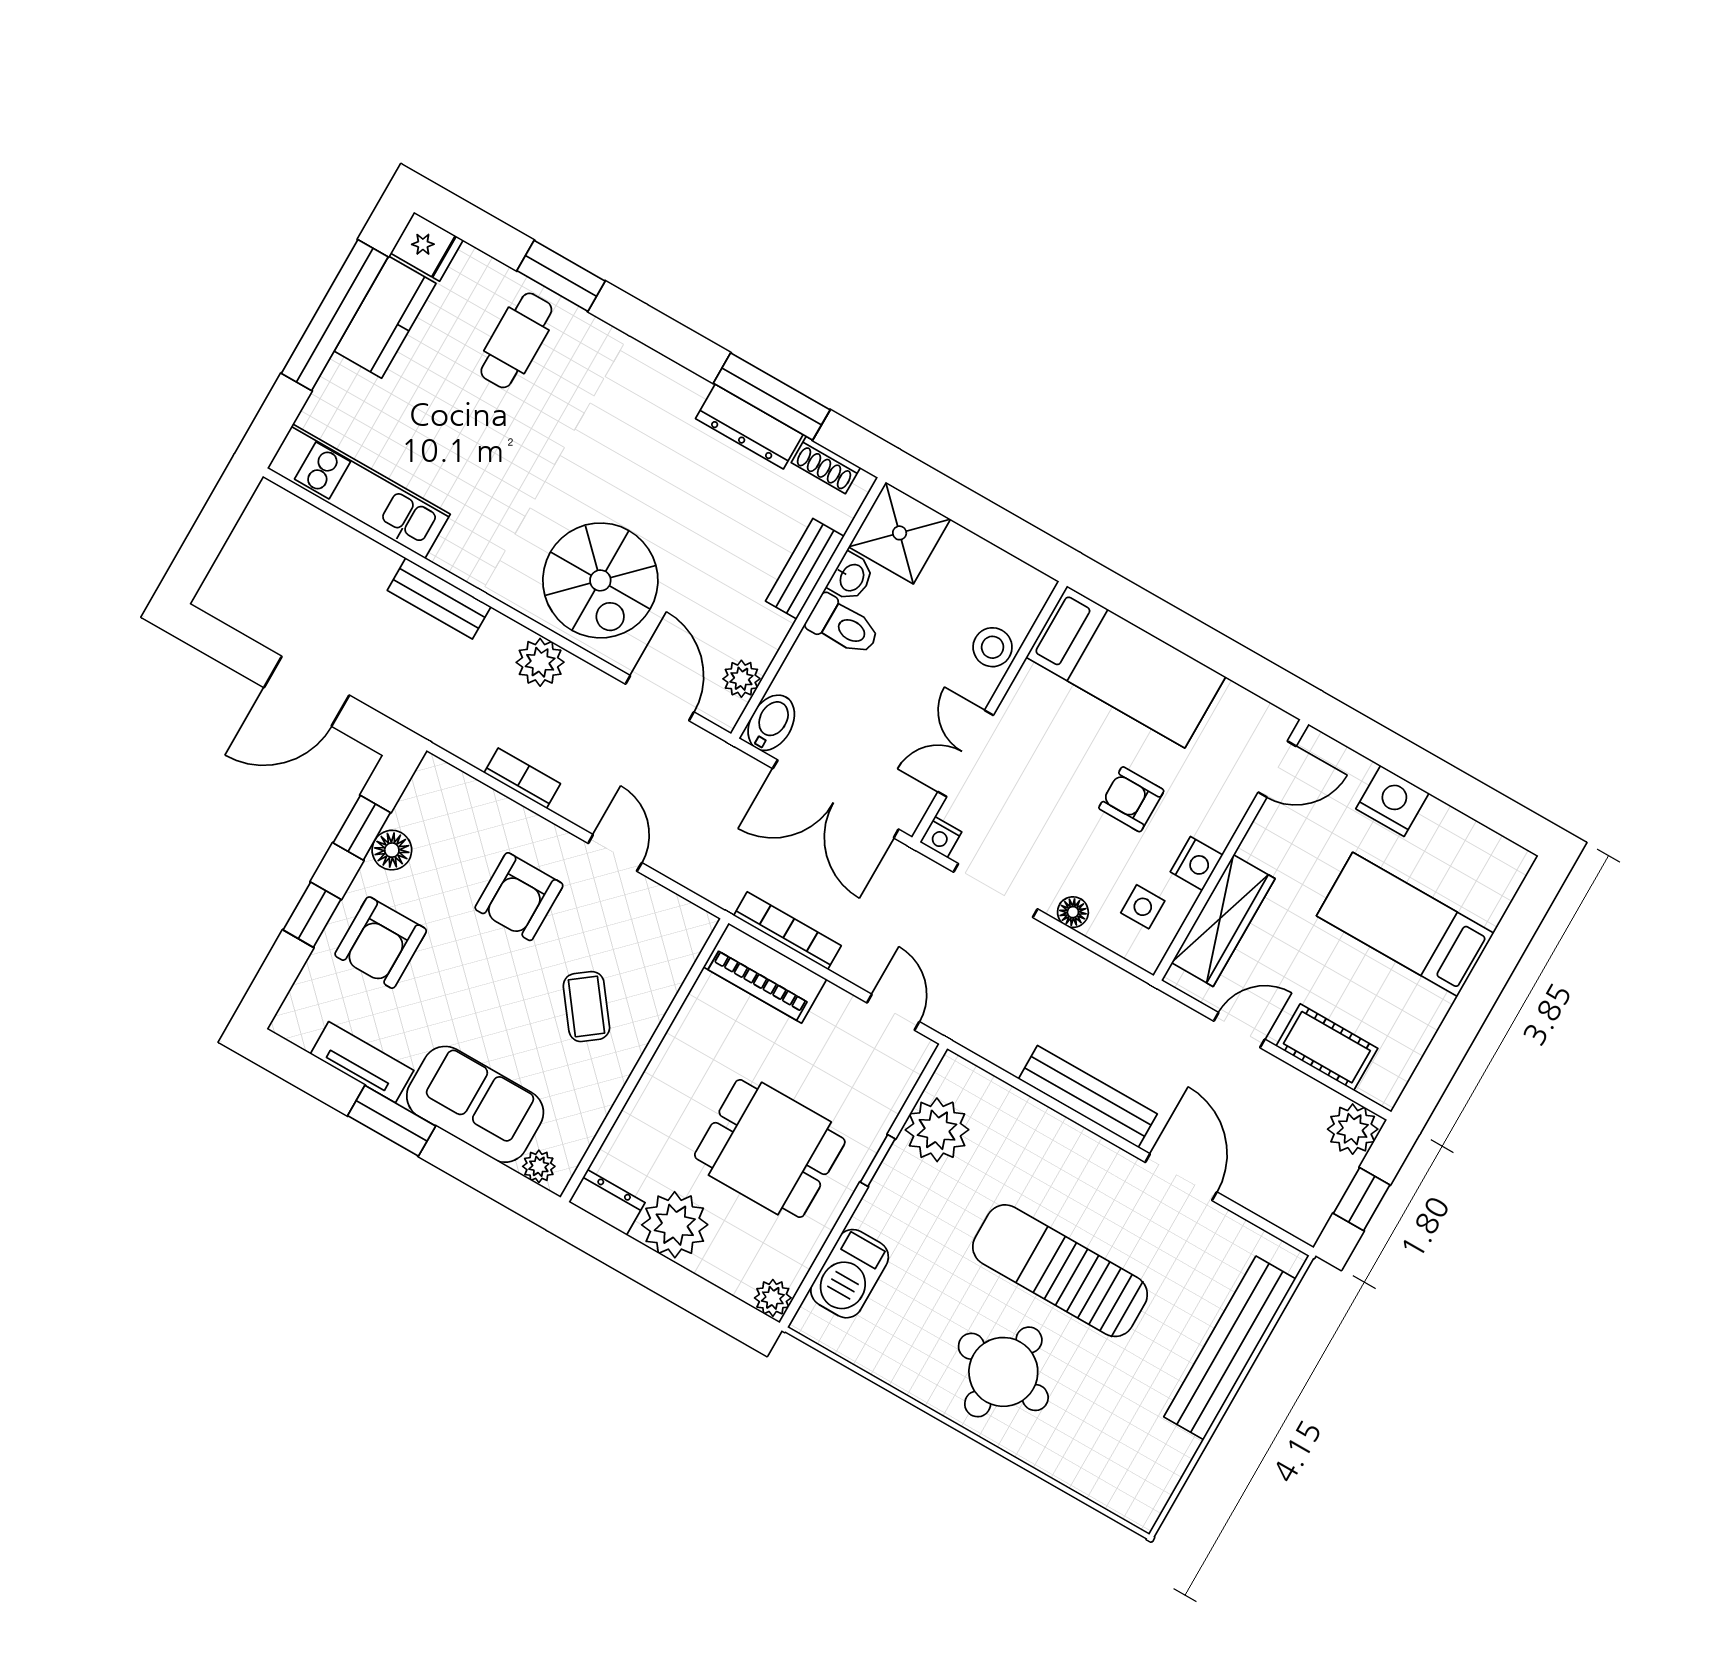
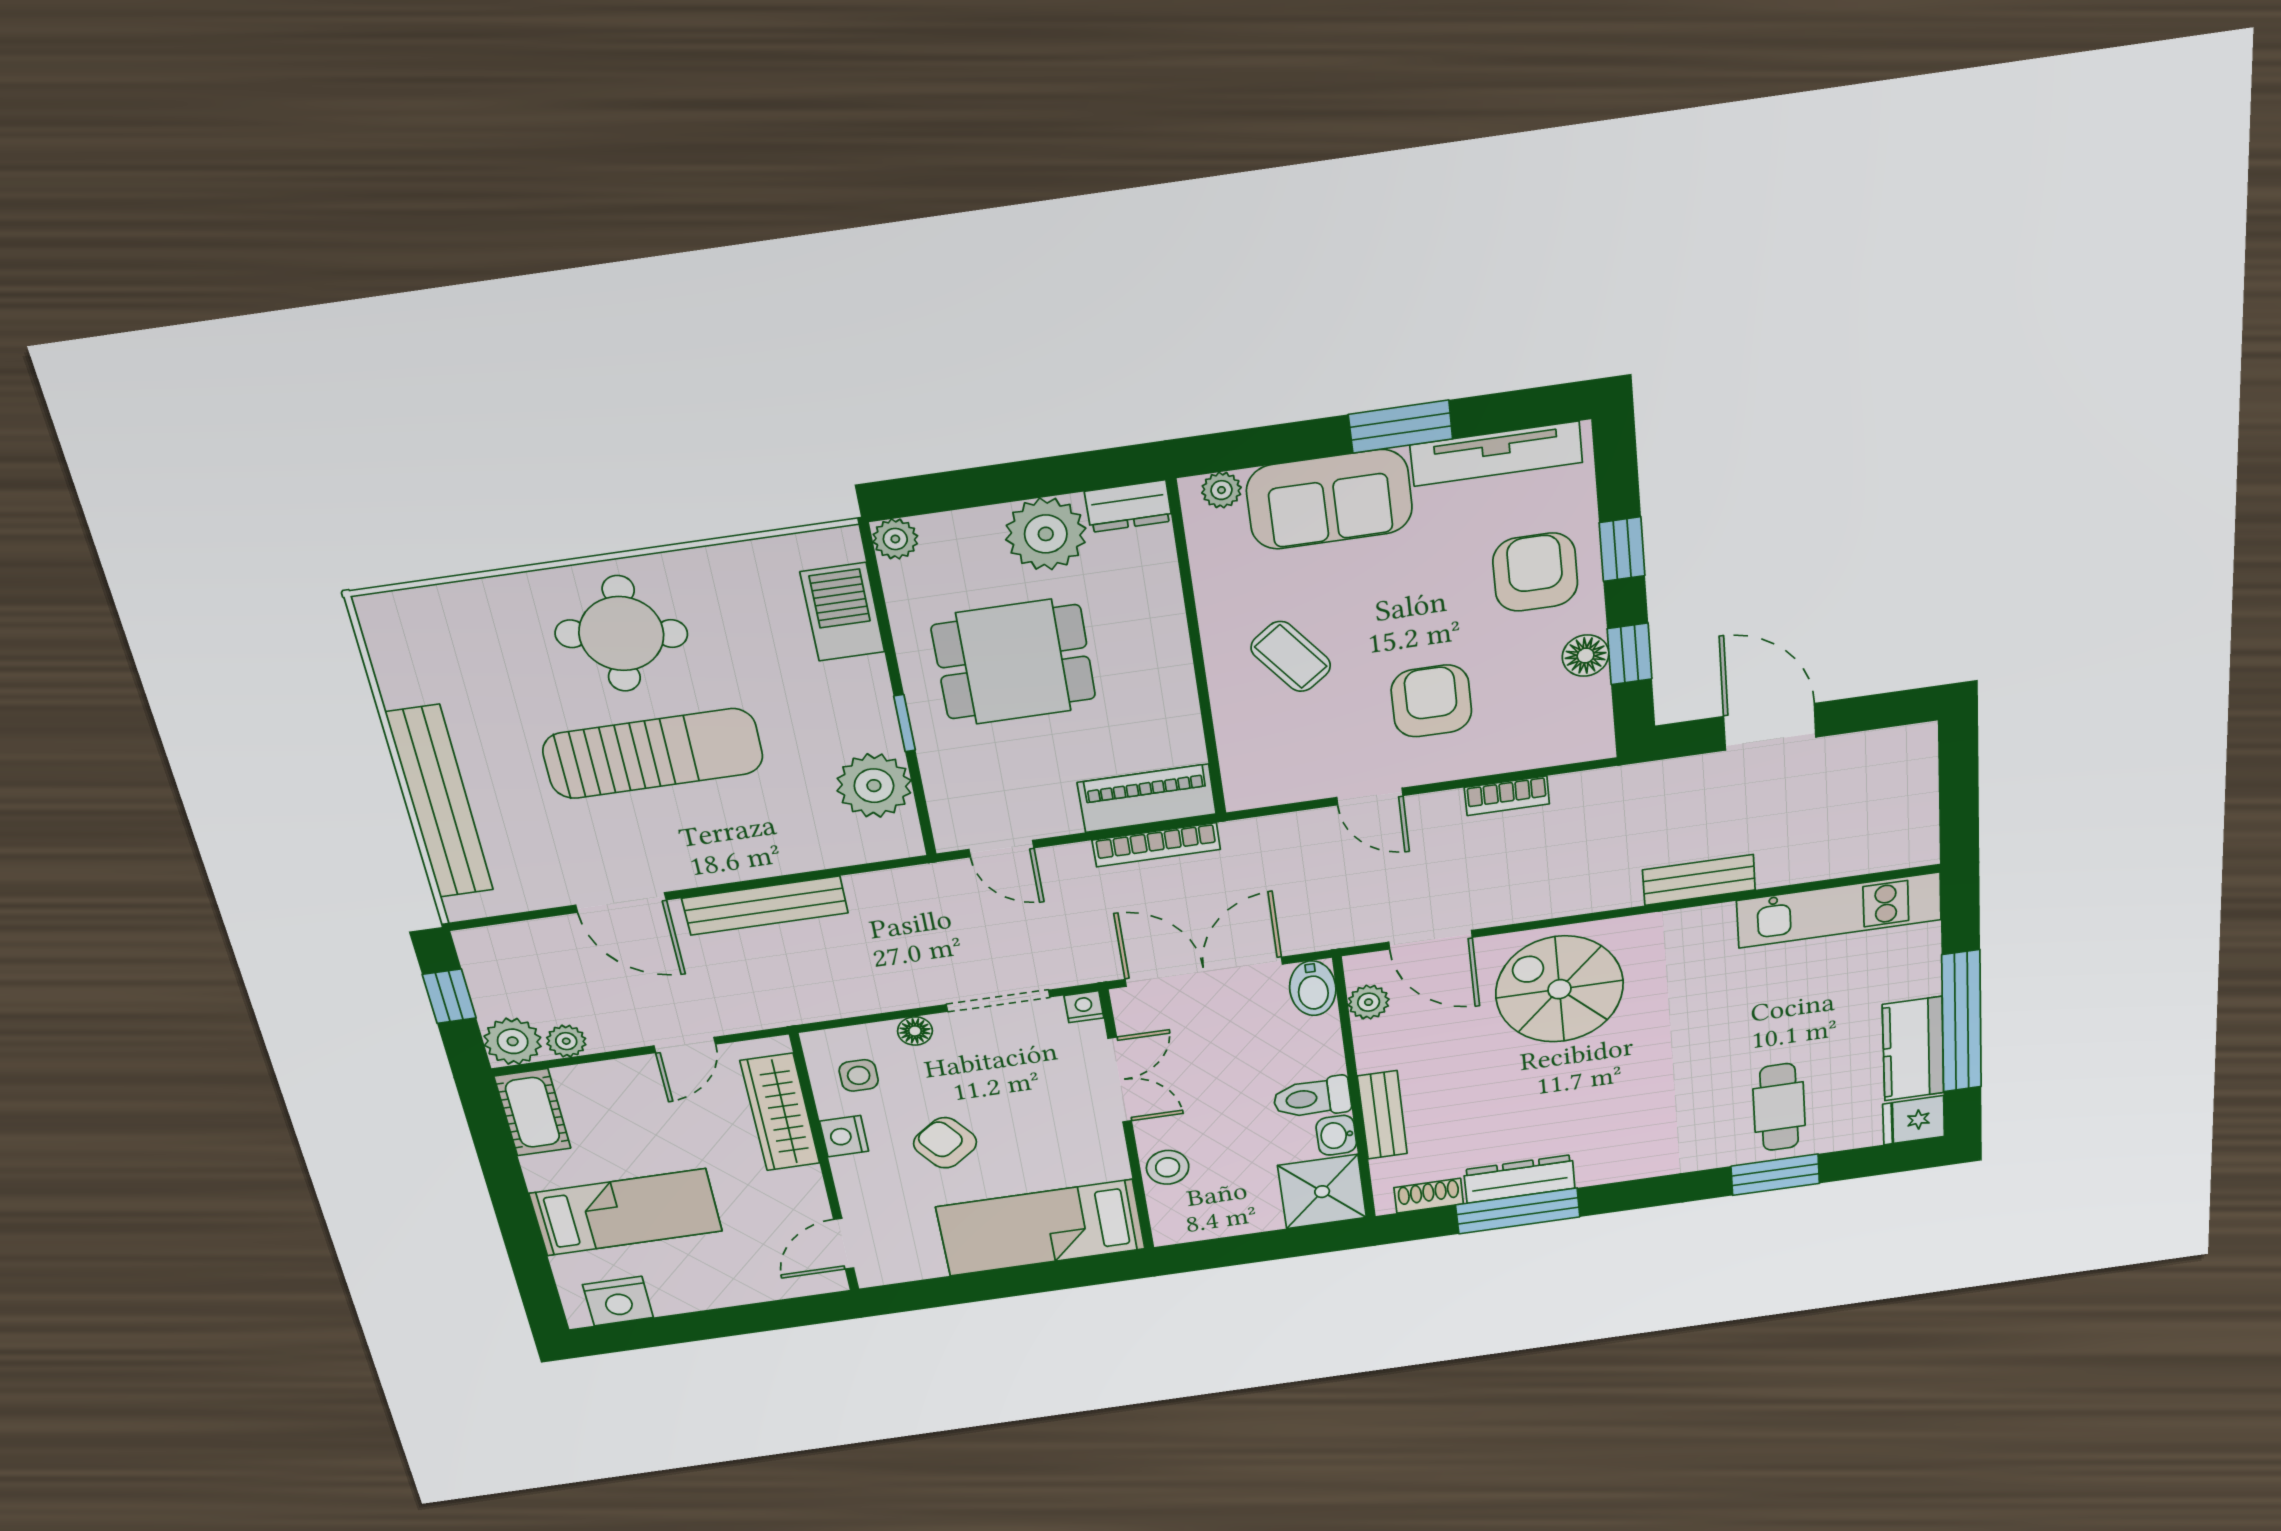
plant: (540, 662) -> (566, 1041), moved, width x0.73, depth x0.73
door: (307, 691) -> (1770, 727), hinge flipped
armchair: (1131, 799) -> (945, 1143), turned -127
nightstand: (1392, 801) -> (618, 1301), moved
cot: (1327, 1047) -> (532, 1112), moved, turned 90
tv unit: (362, 1062) -> (1496, 454), width x1.41

